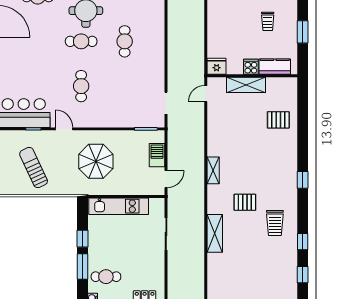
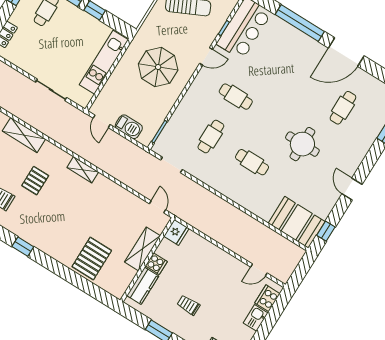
cafe table: (81, 41) -> (211, 137), moved
pallet: (278, 120) -> (92, 259), width x1.50, depth x1.42

